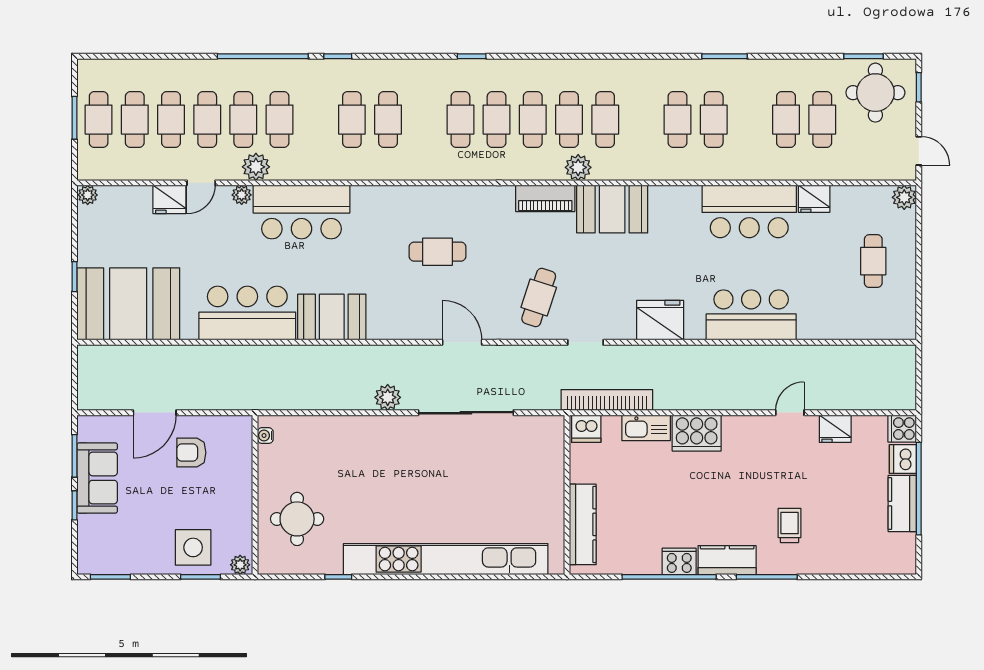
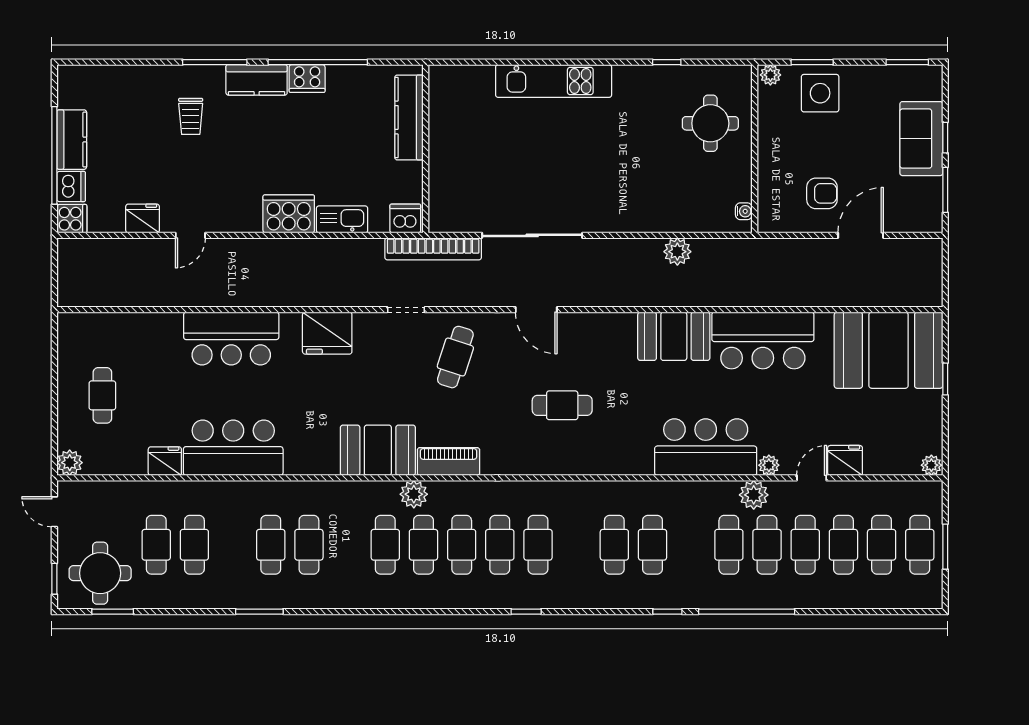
plant: (388, 397) -> (677, 252), moved
bookcase: (607, 400) -> (433, 249), moved
sofa: (97, 478) -> (921, 139), moved
kitchen unit: (446, 559) -> (554, 81), width x0.54

